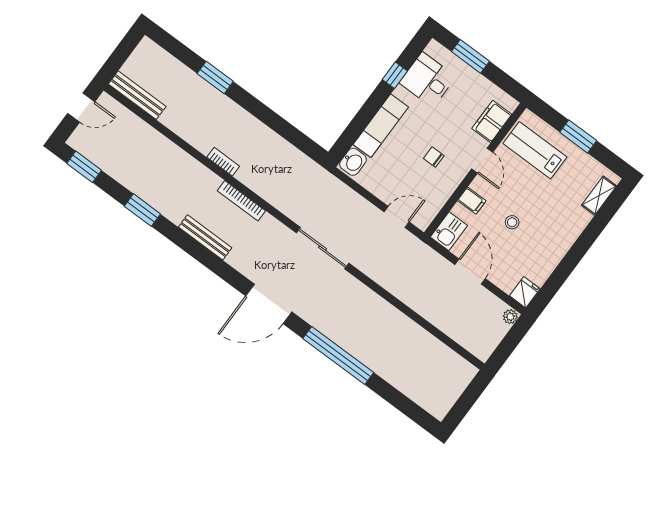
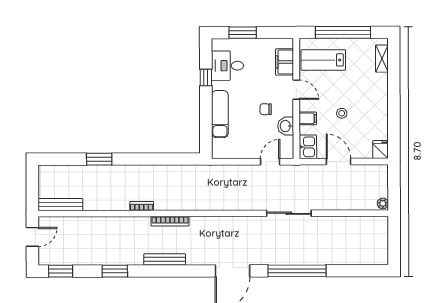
window: (578, 136) -> (343, 32), width x2.11
washbasin: (353, 162) -> (286, 126), moved, turned 180
sliding door: (323, 248) -> (289, 213), moved
plant: (510, 317) -> (383, 203), moved

